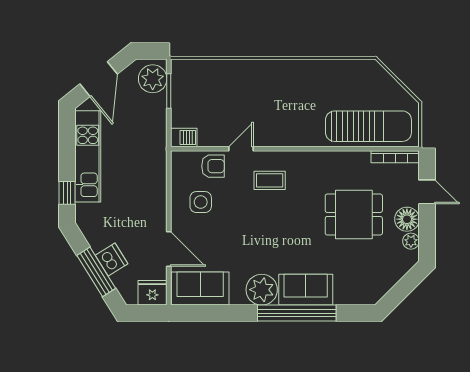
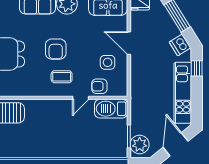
barbecue: (184, 137) -> (111, 109), width x1.88, depth x1.53
armchair: (278, 222) -> (56, 49), added
door: (169, 249) -> (129, 43), moved
dishwasher: (112, 260) -> (180, 45), moved

